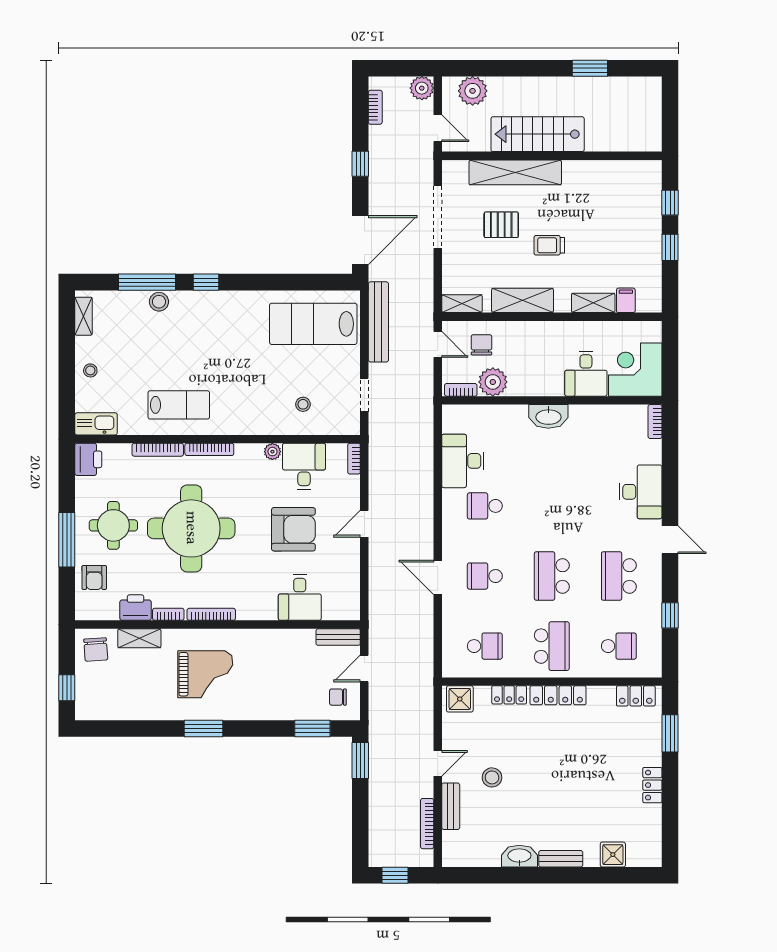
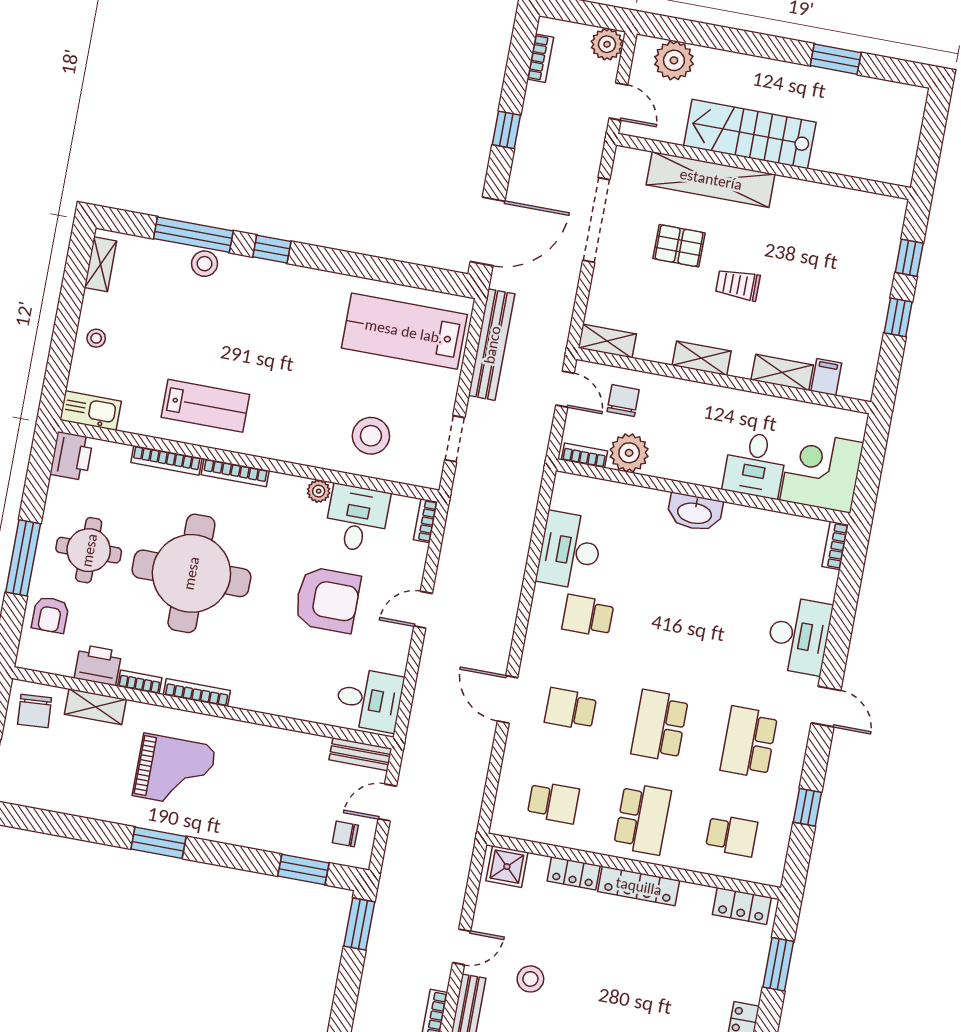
shelving: (523, 300) -> (702, 358), width x0.67, depth x0.75
stool: (303, 404) -> (371, 436), width x1.89, depth x1.89
desk: (300, 597) -> (369, 700), moved, turned -90

